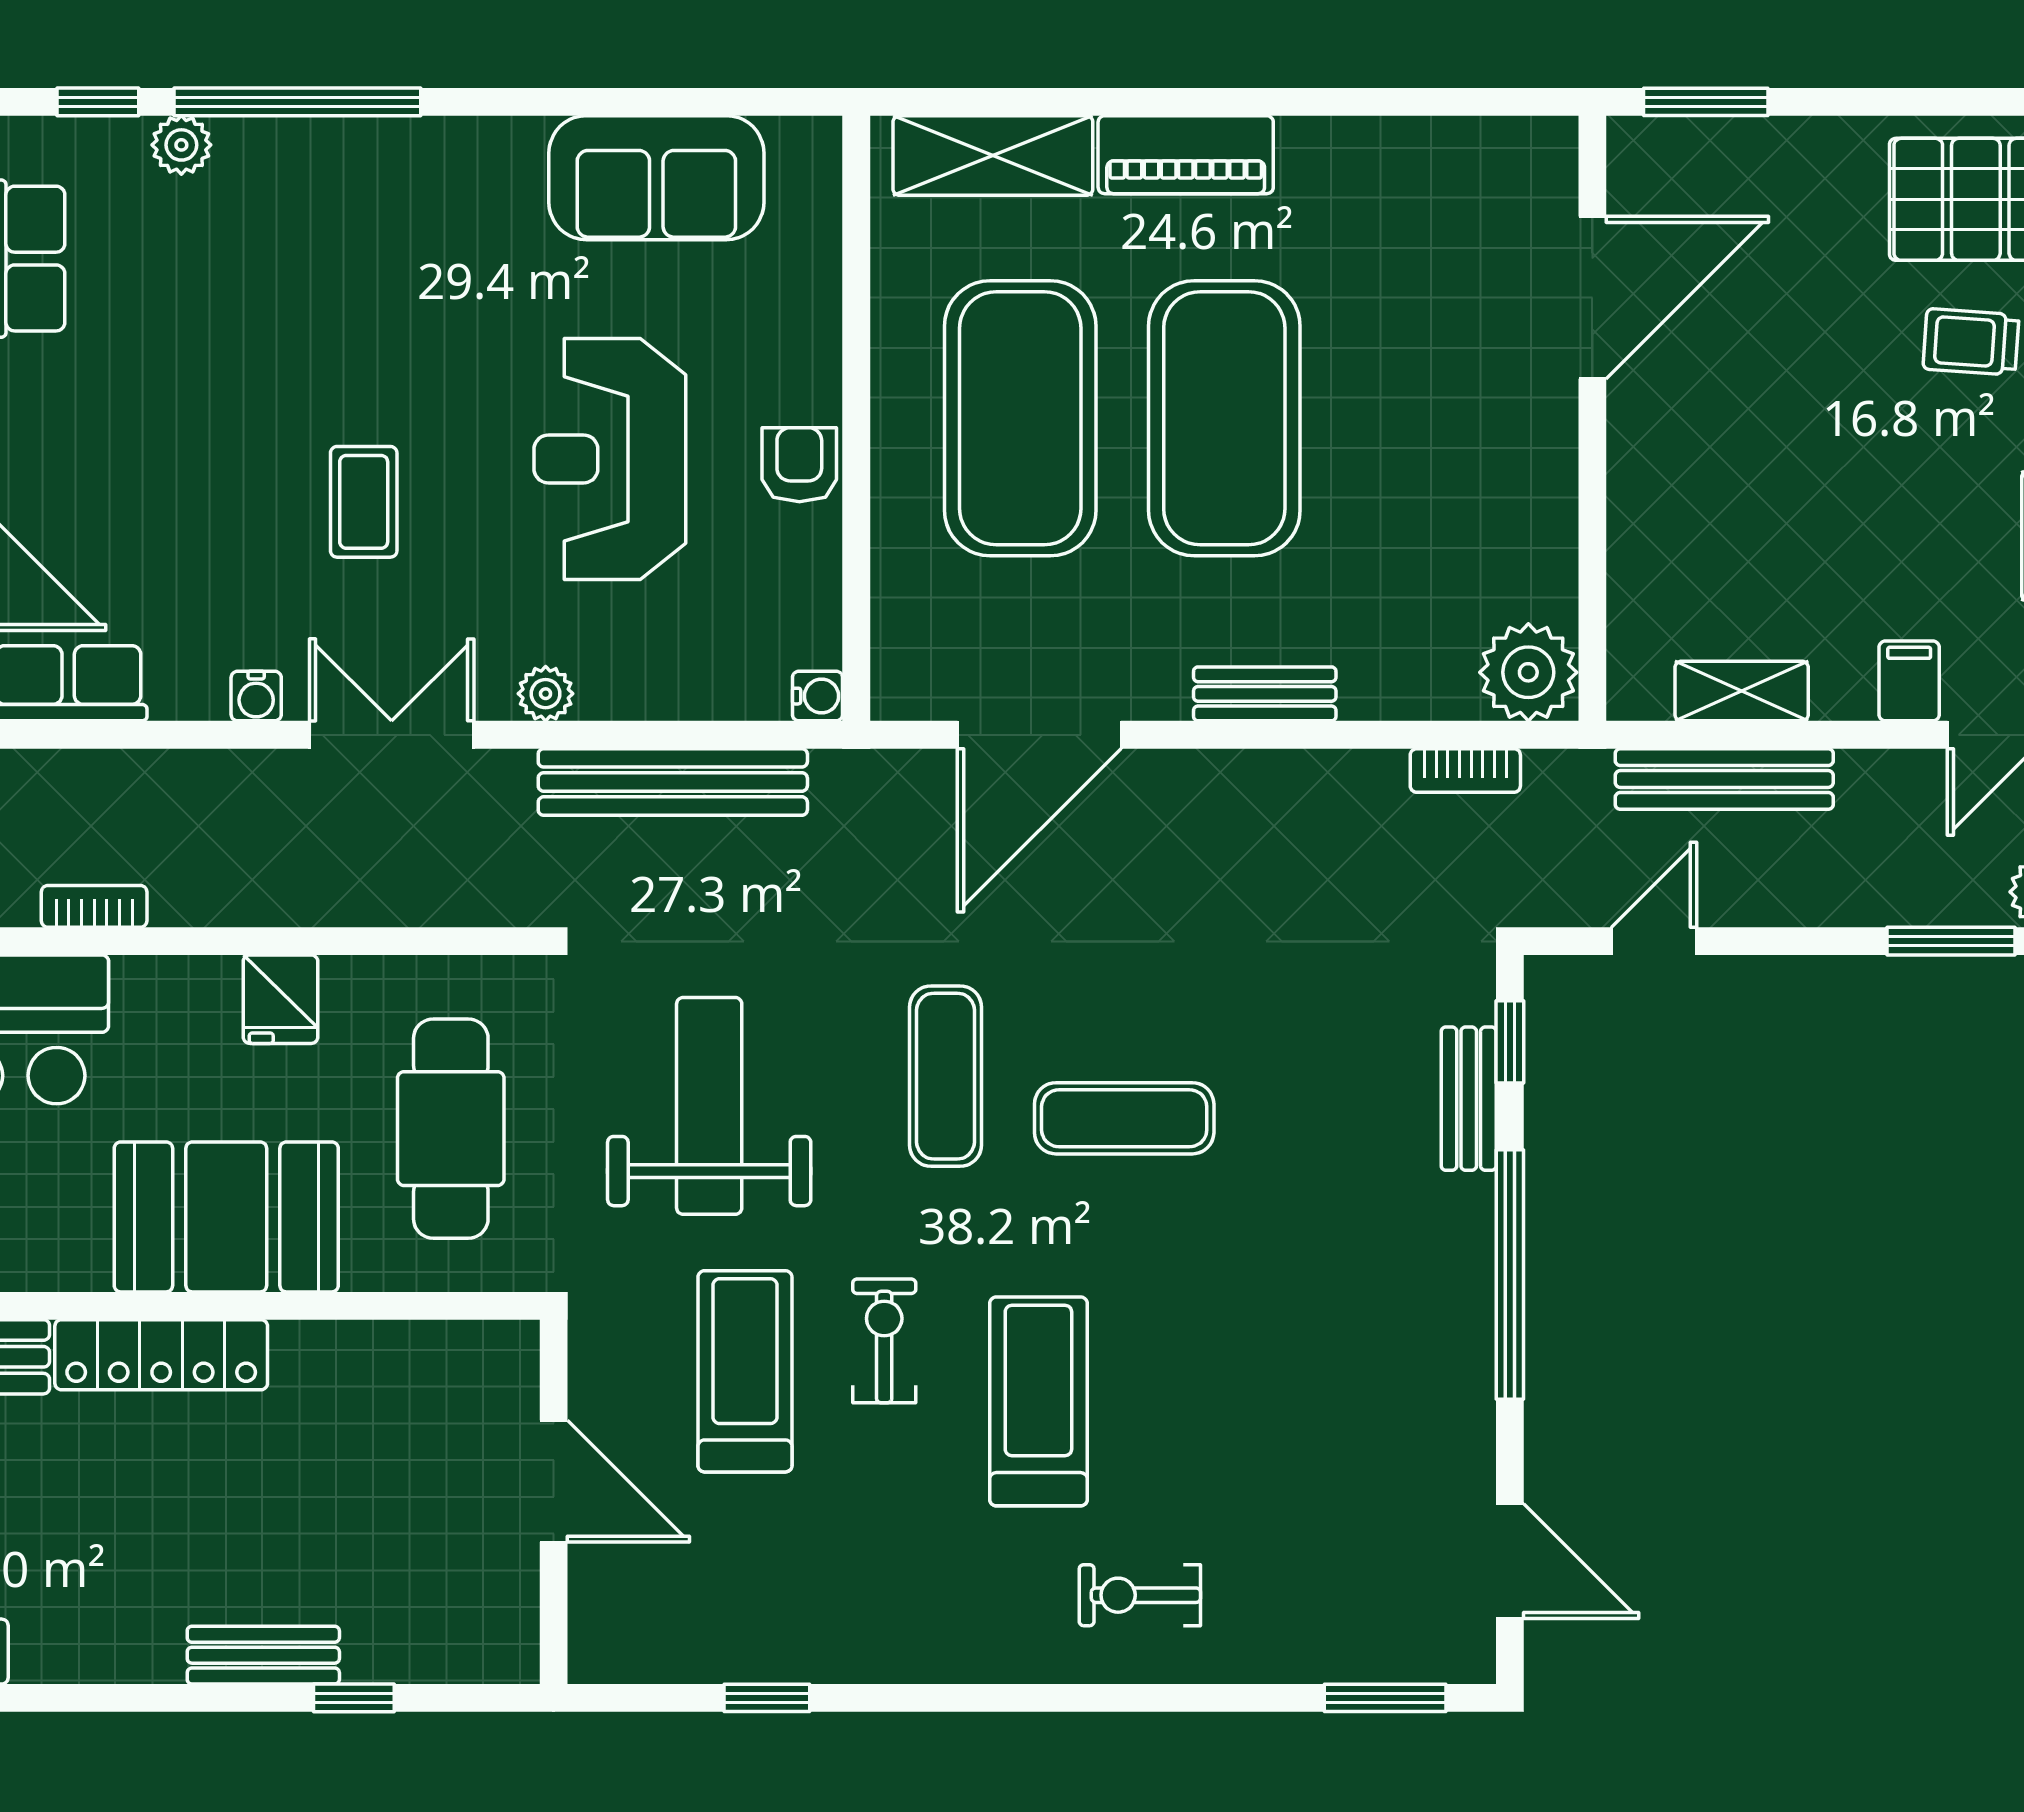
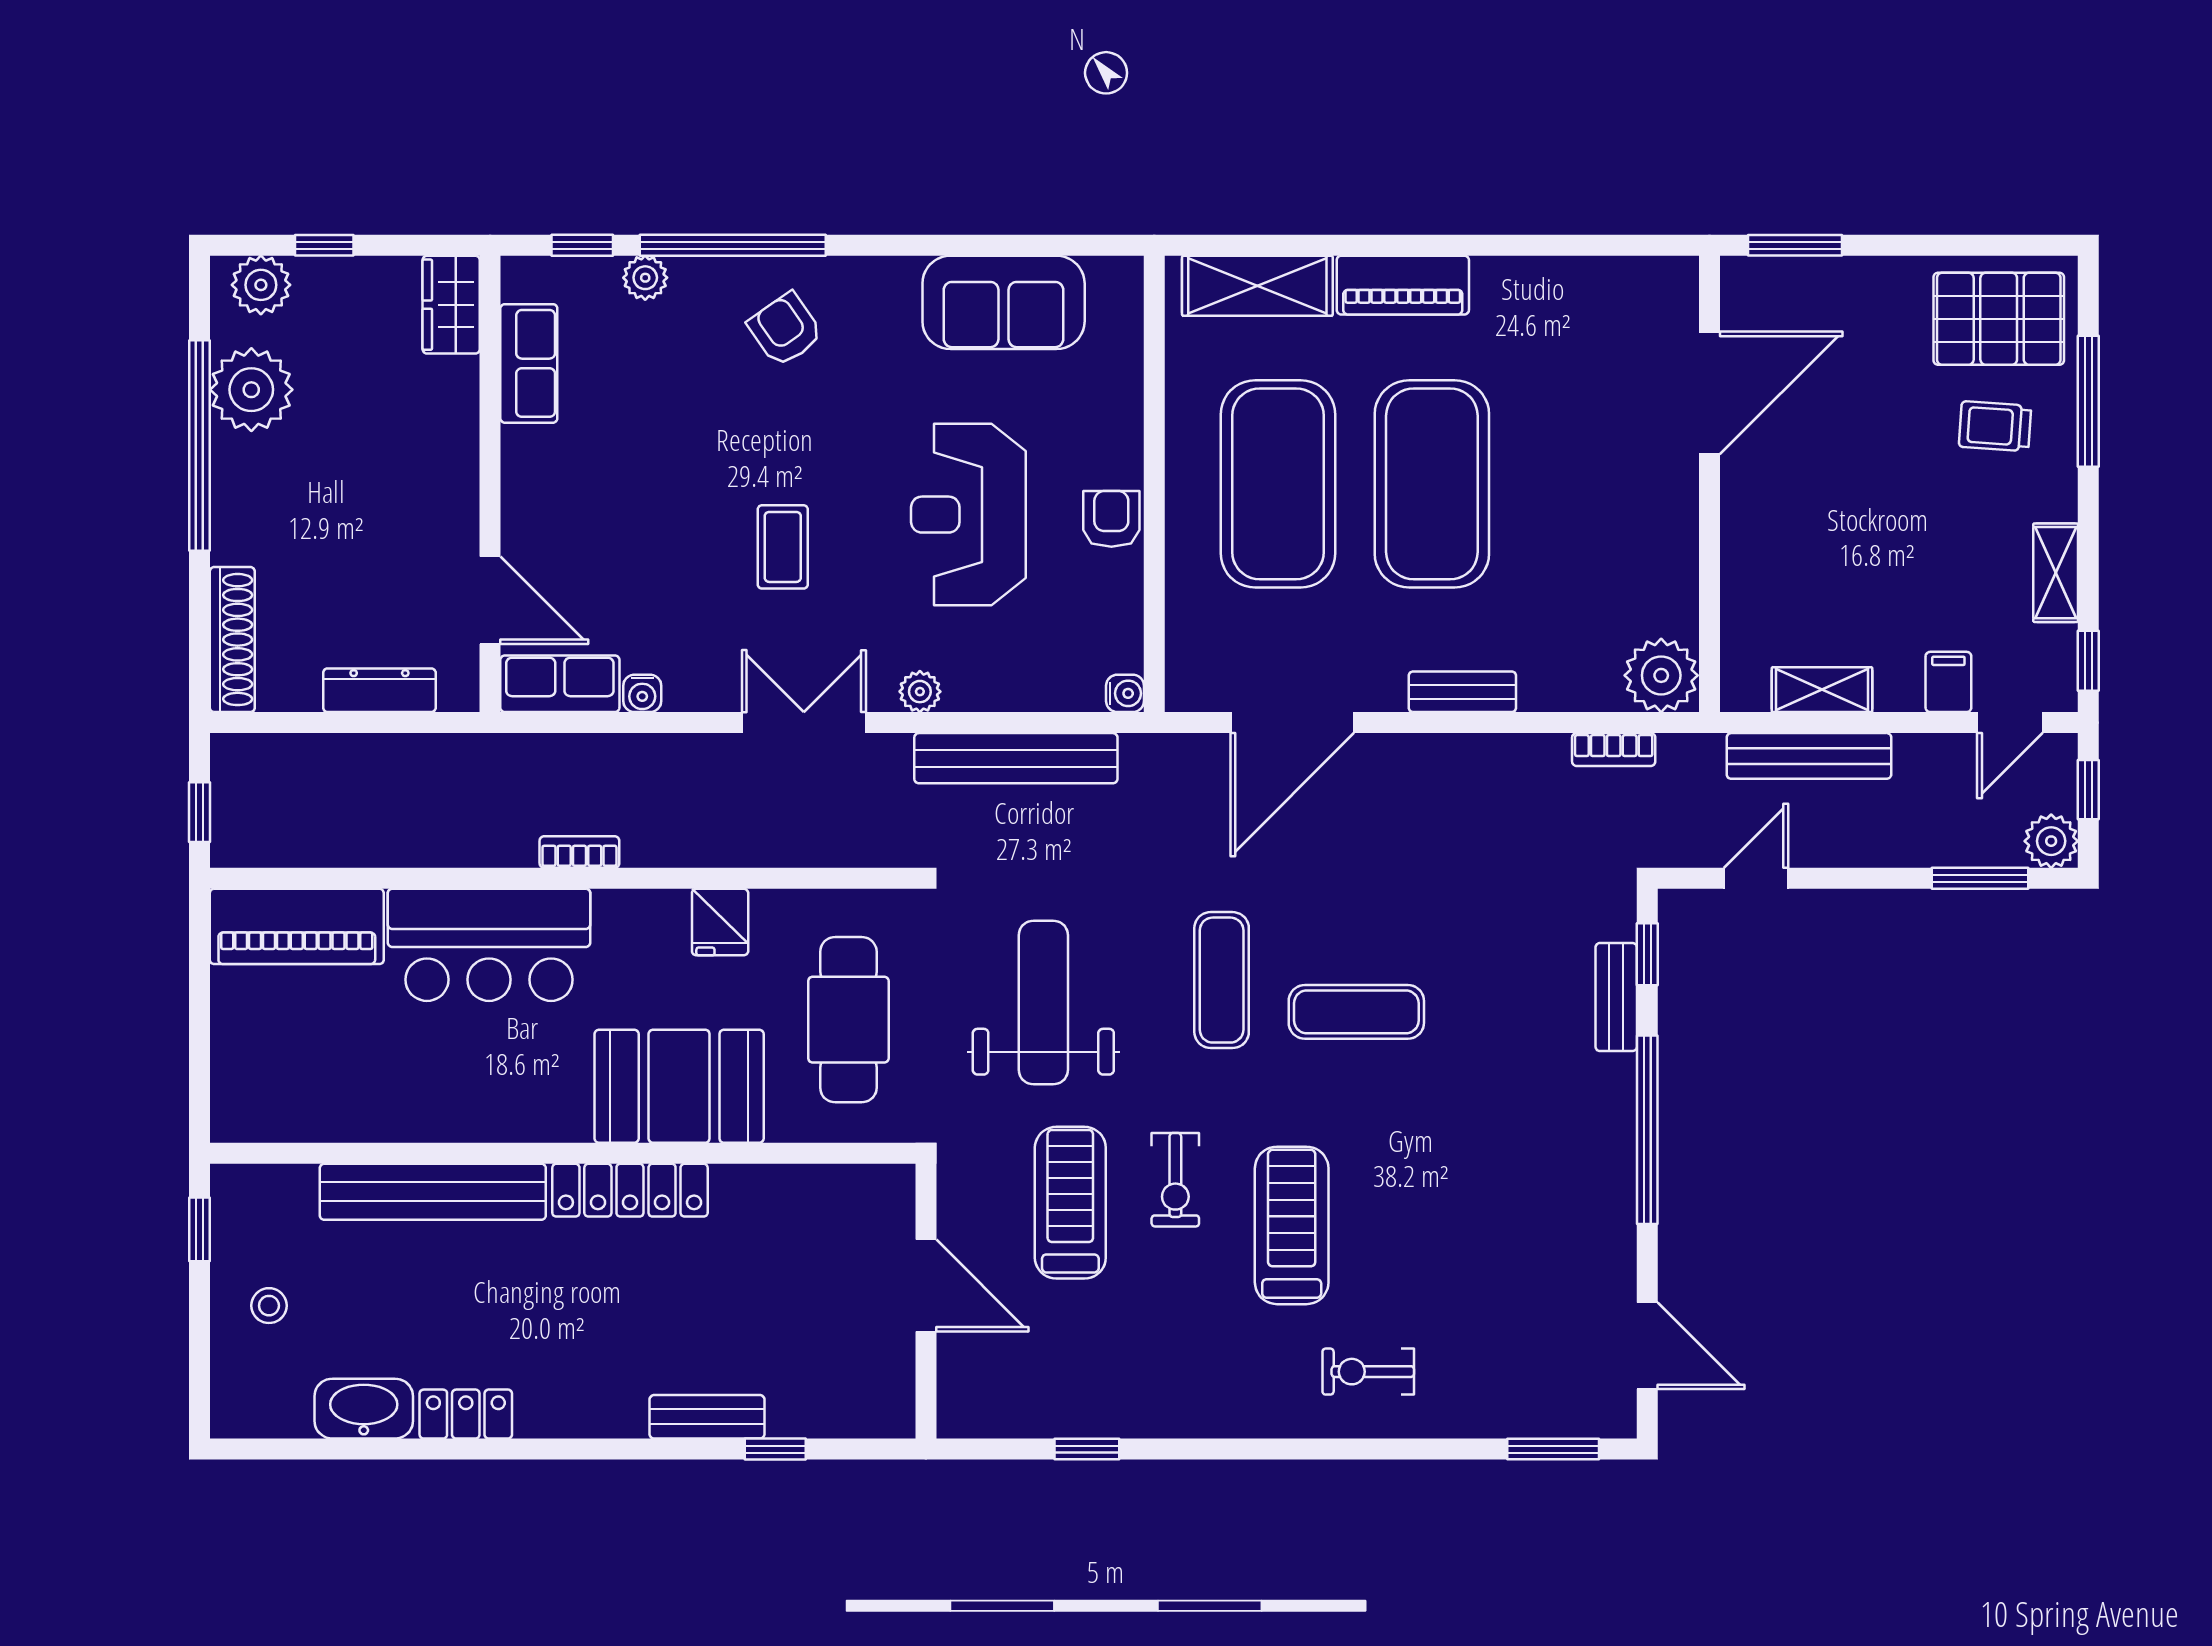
armchair: (367, 214) -> (785, 330), added
water cooler: (256, 696) -> (642, 693), moved
exercise bike: (884, 1341) -> (1175, 1180), turned 180

